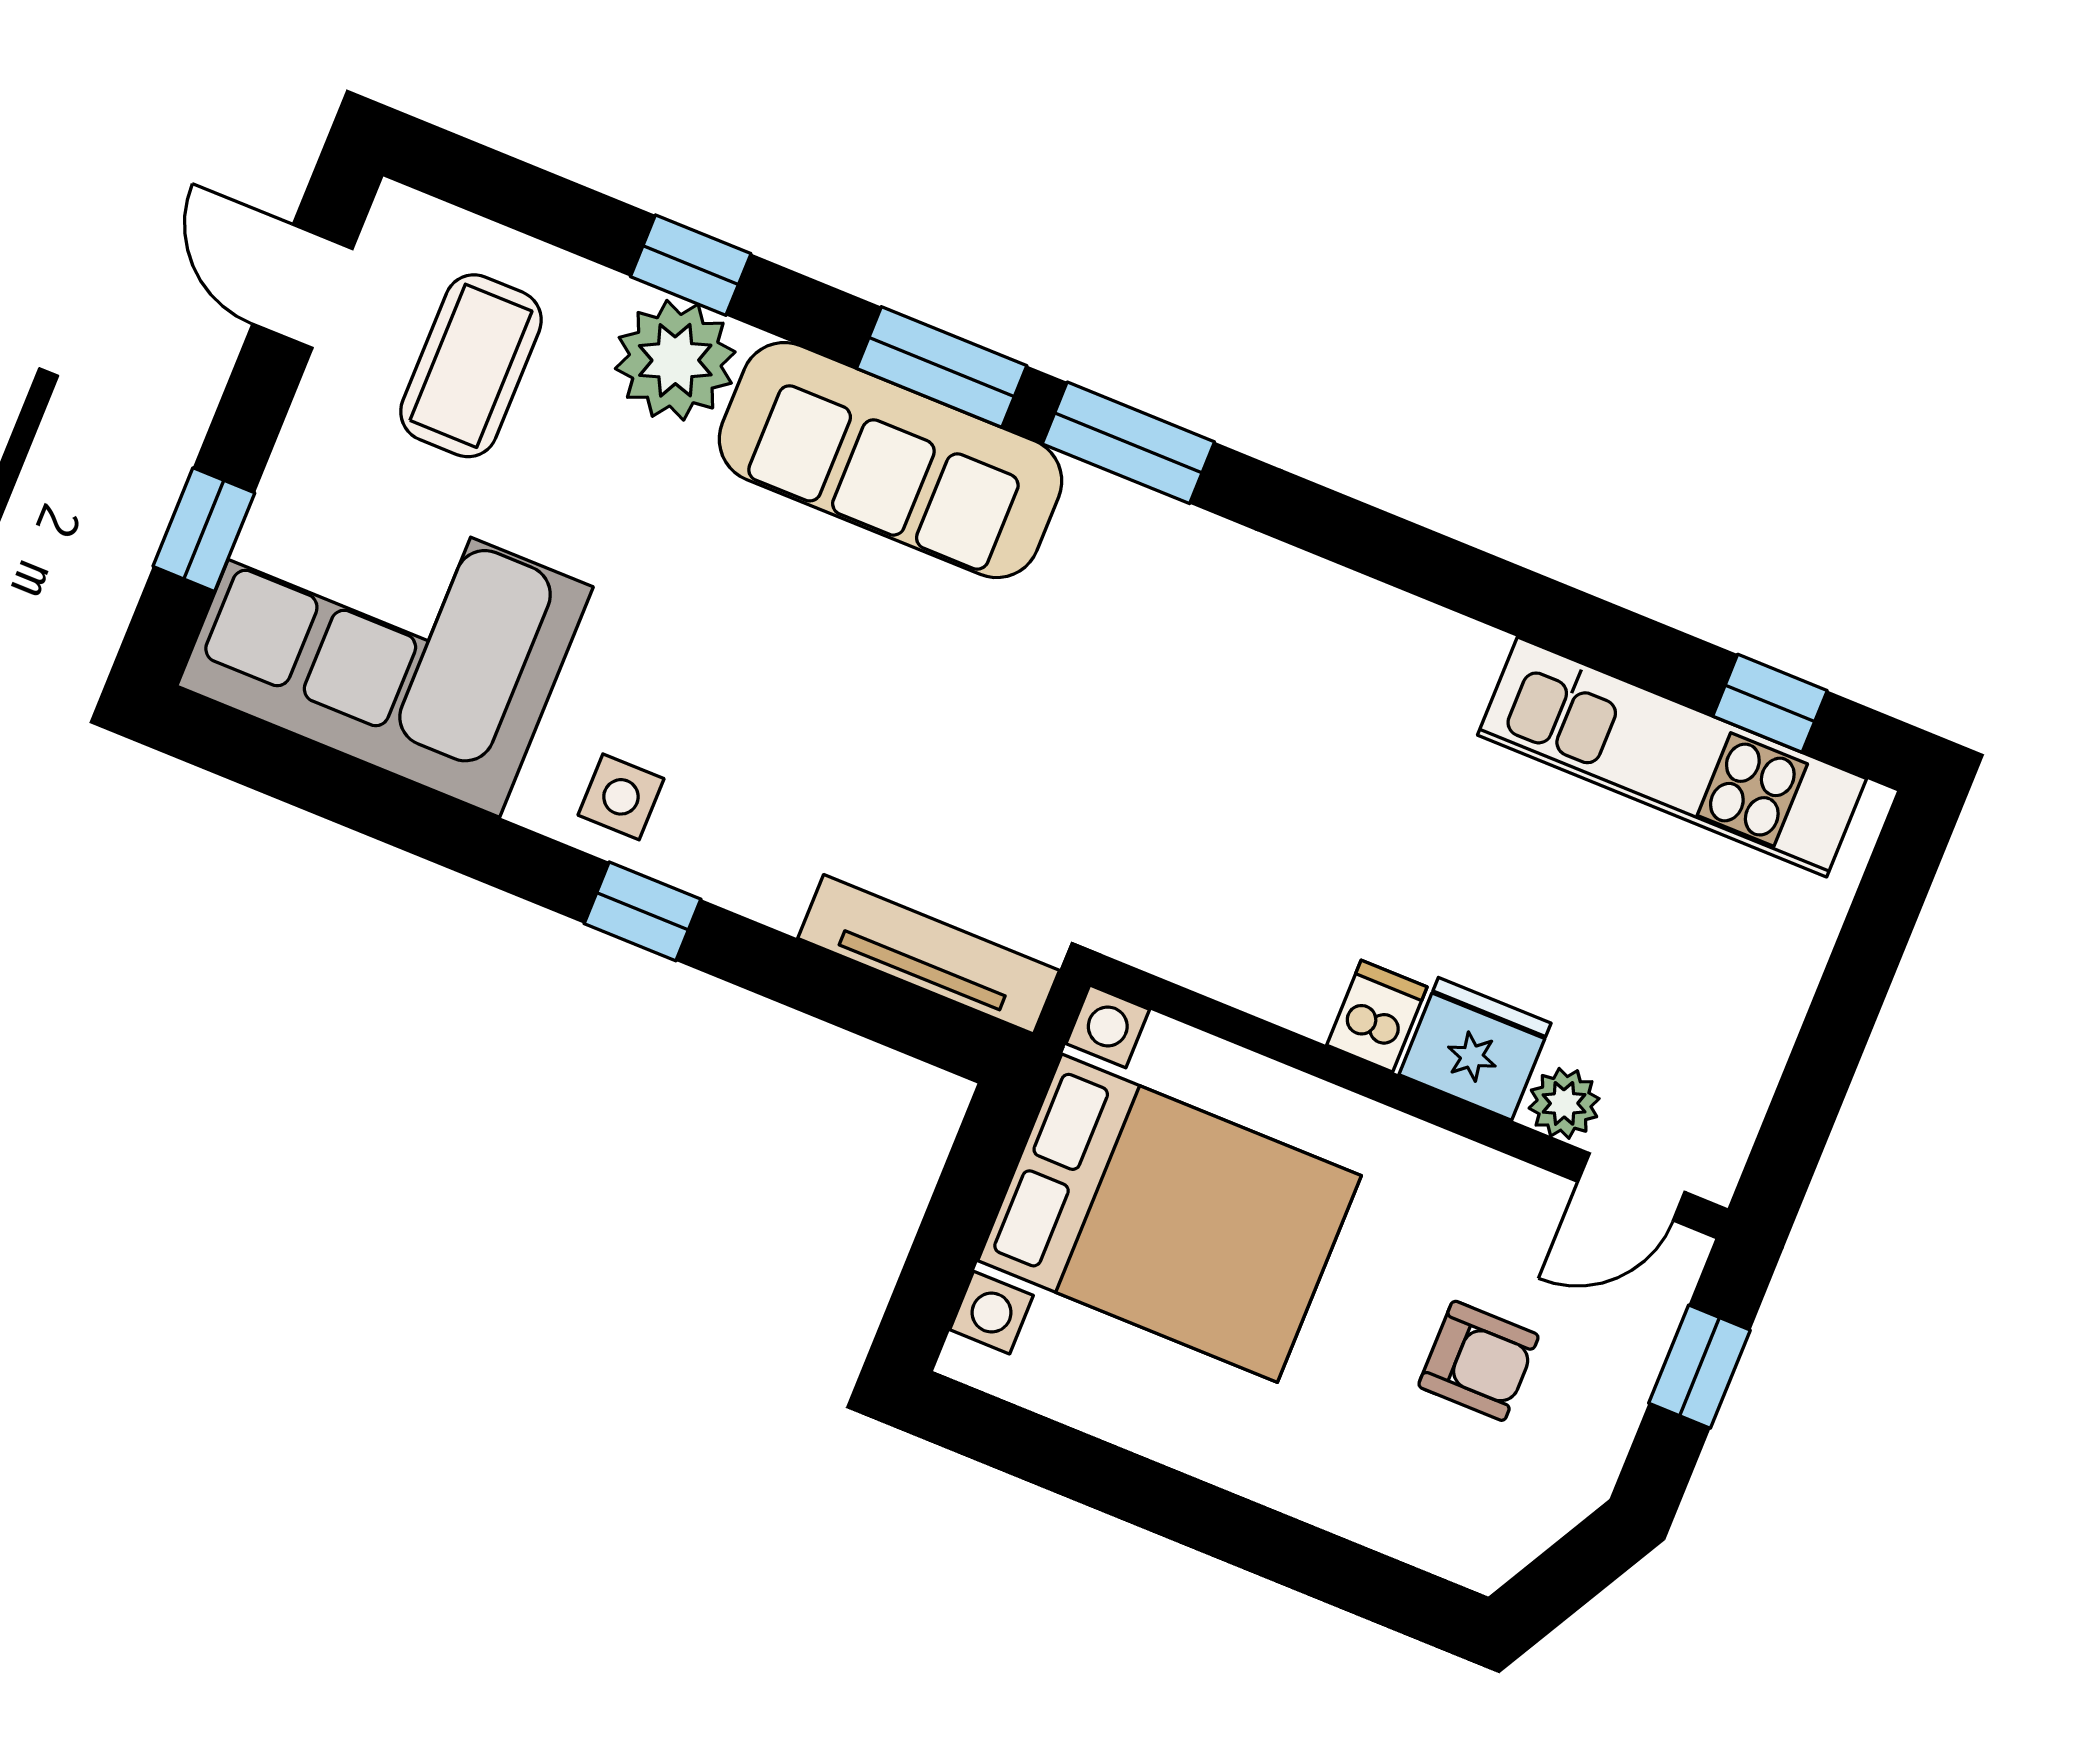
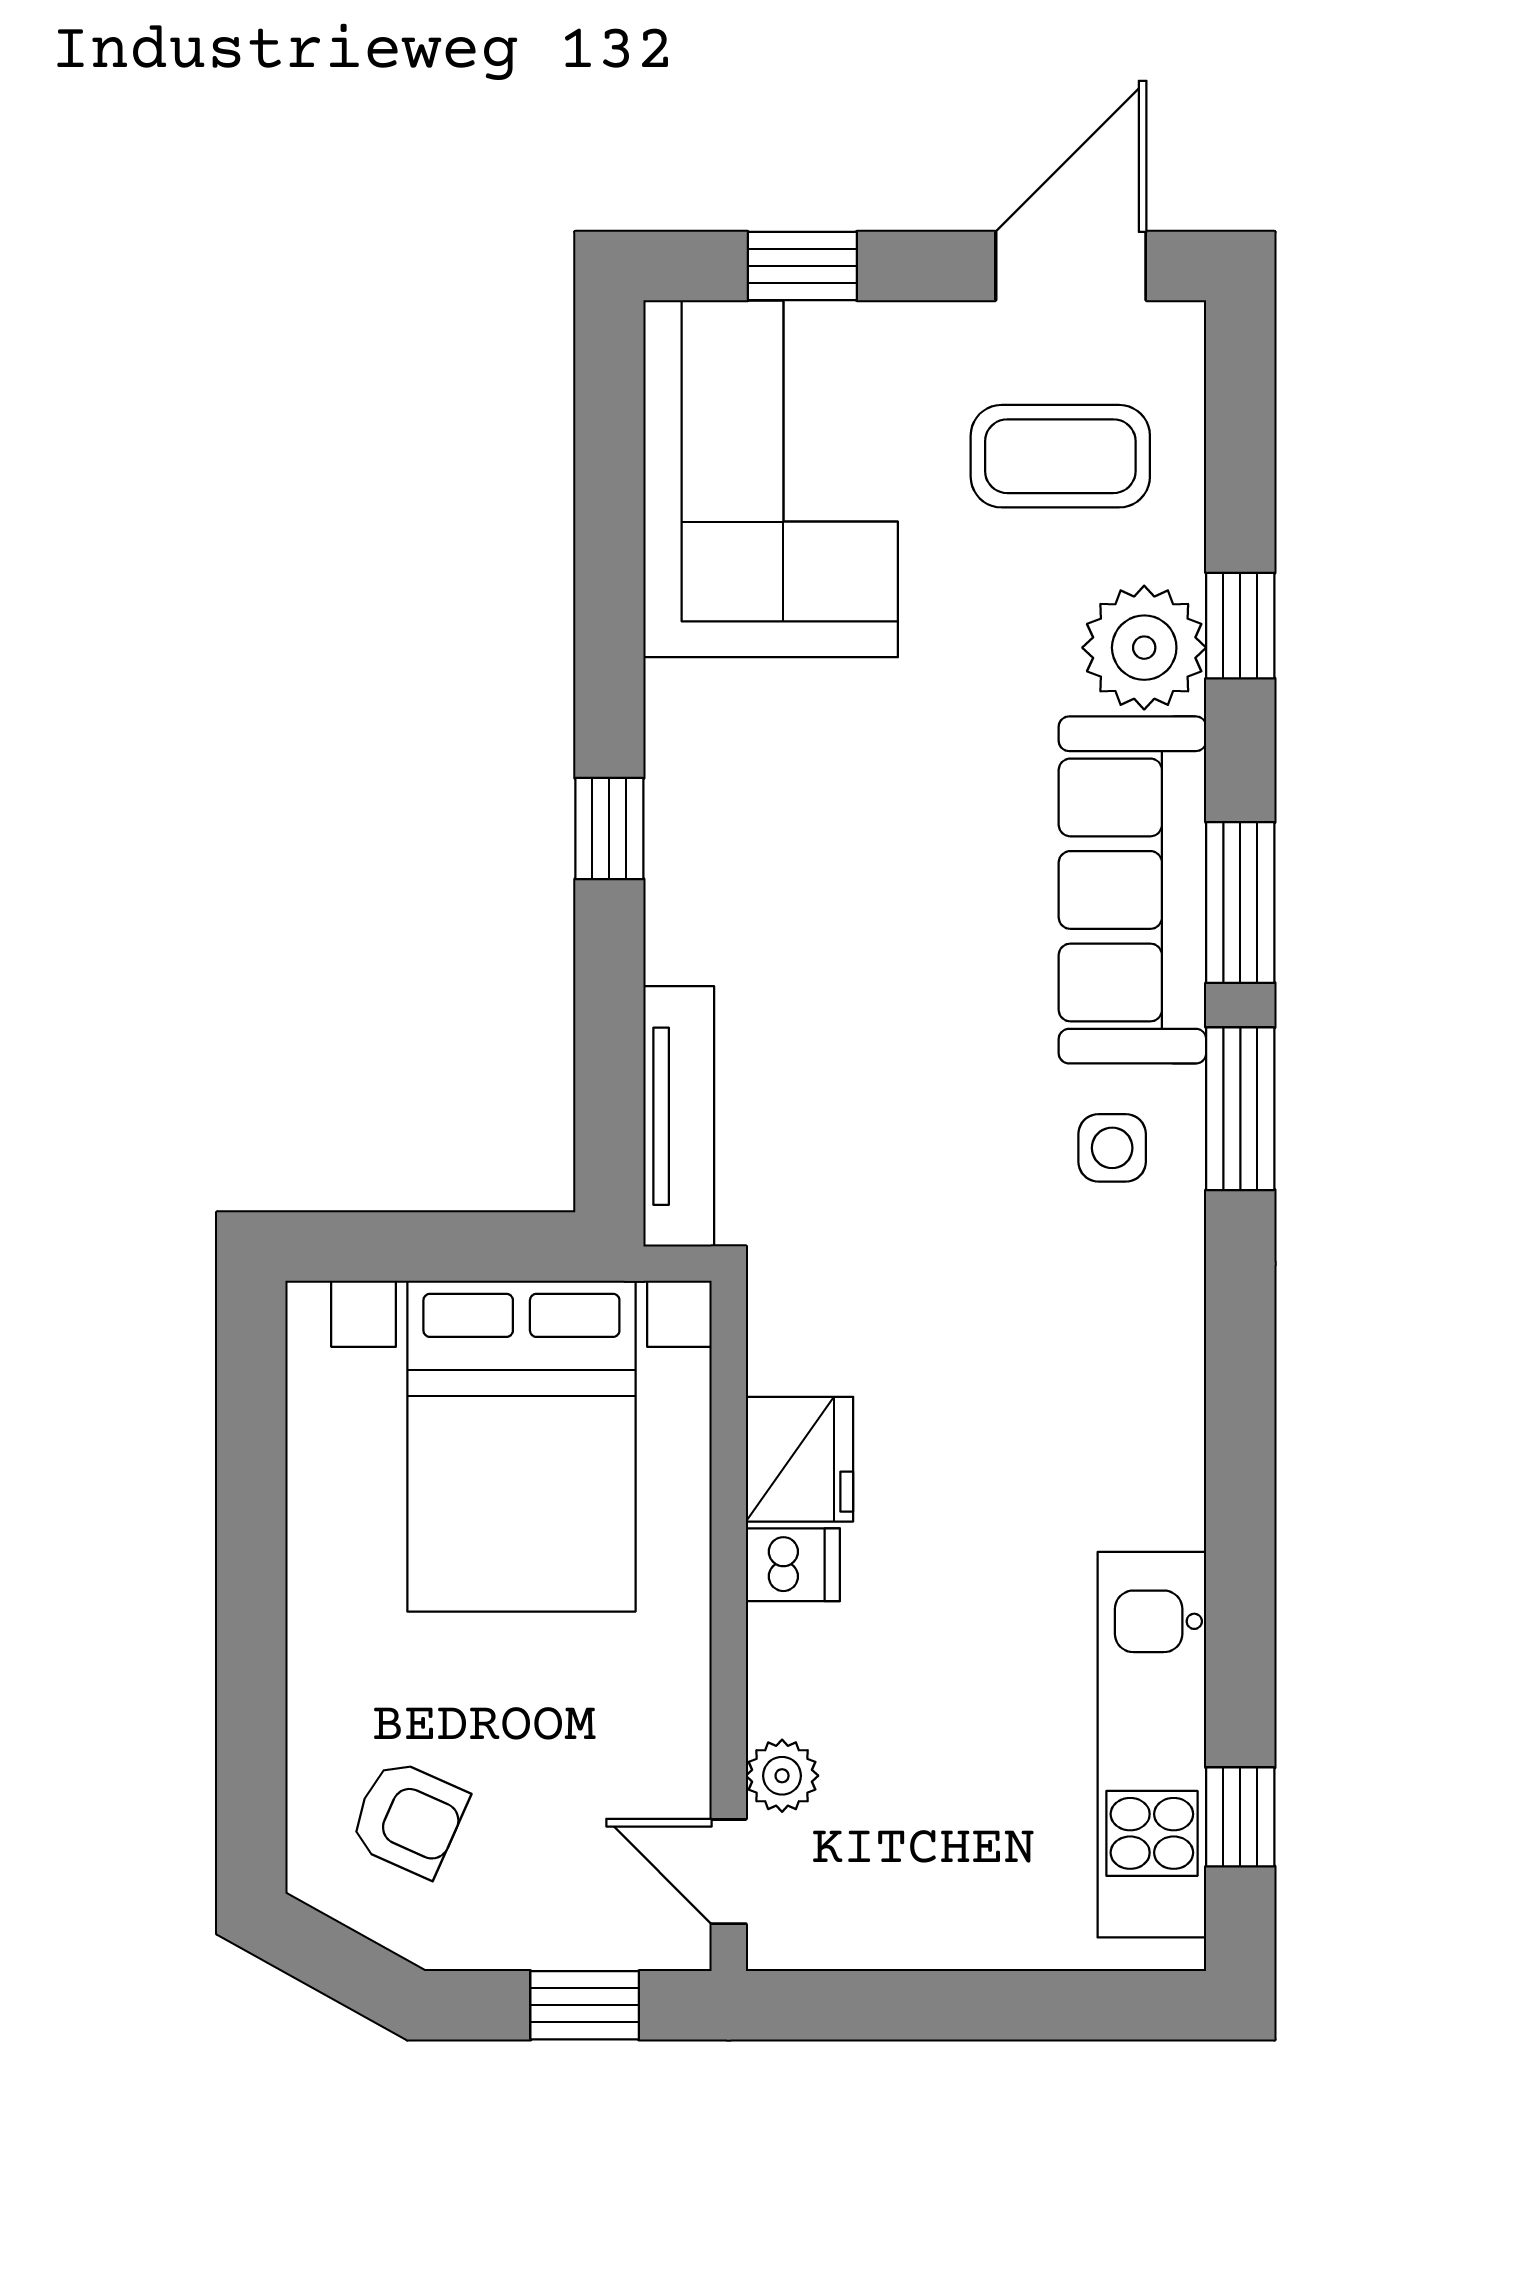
door: (303, 286) -> (1071, 266), width x1.38
side table: (621, 797) -> (1112, 1148), moved
fridge: (1475, 1049) -> (799, 1459), moved
armchair: (1478, 1361) -> (408, 1818), moved, turned -66

